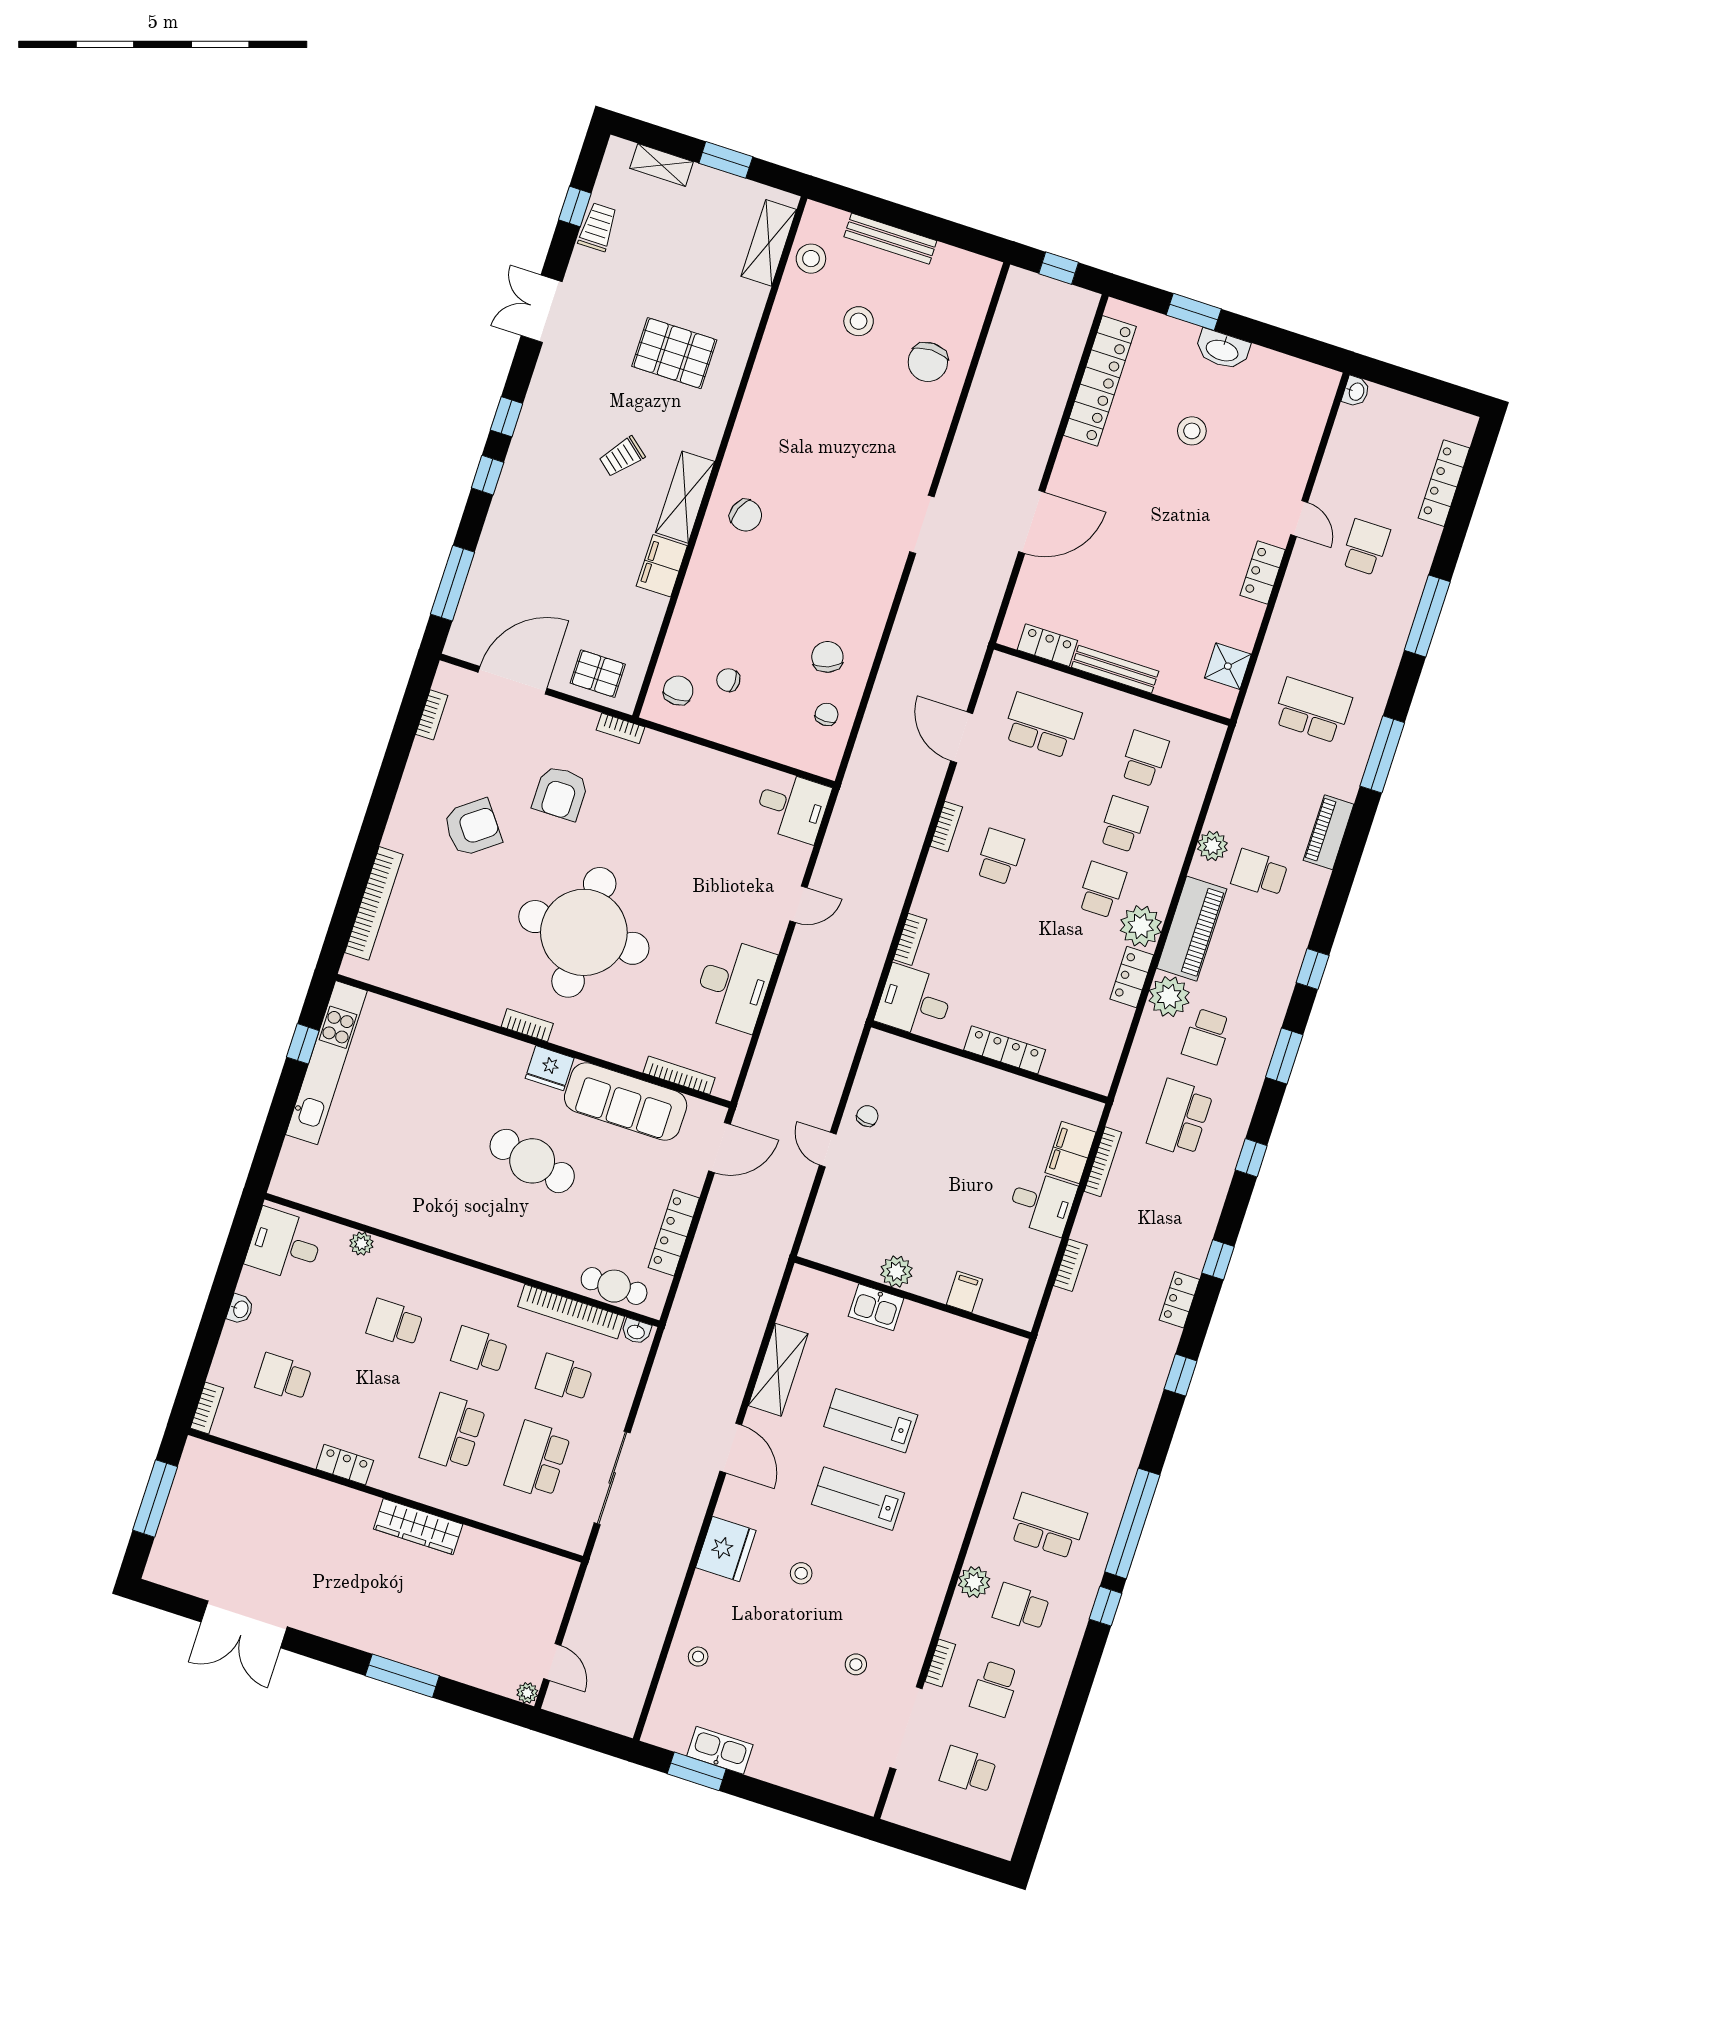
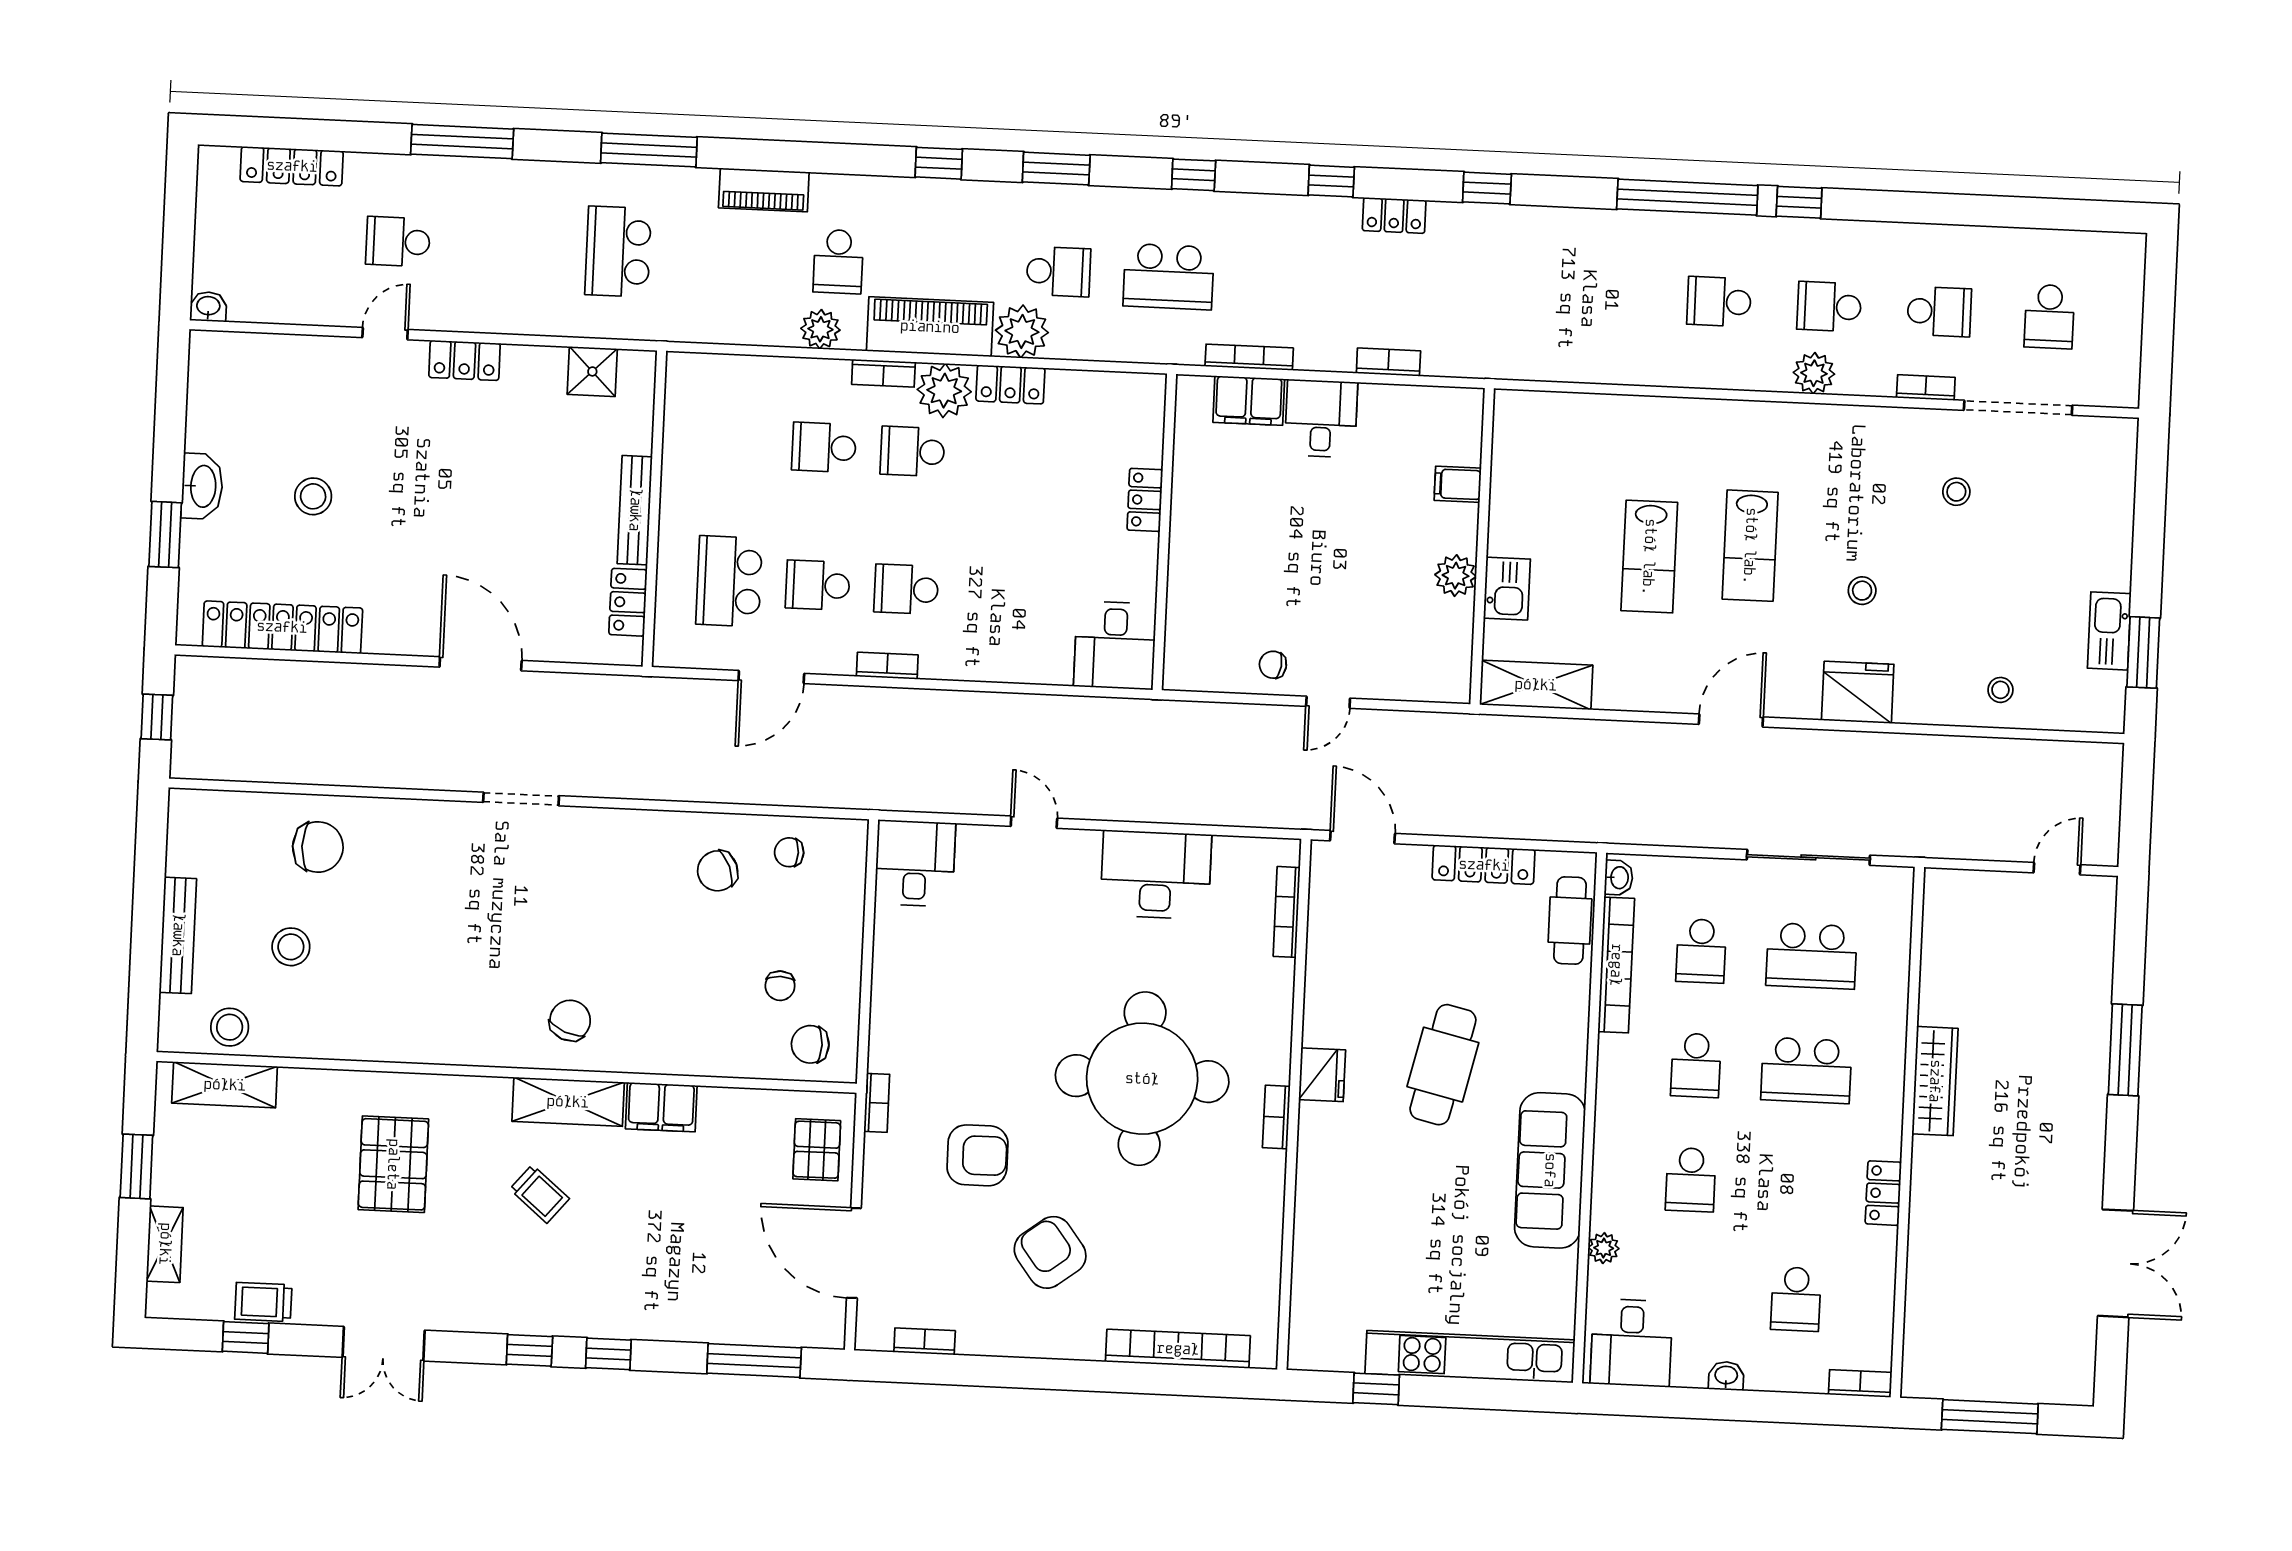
school desk: (1144, 759) -> (818, 585), moved
bookcase: (910, 939) -> (883, 373), moved, turned 180
locker: (1005, 1050) -> (1145, 500), width x0.66
kitchen unit: (326, 1063) -> (1470, 1357), moved
sofa: (626, 1101) -> (1550, 1170), moved, turned 180
shelving: (778, 1370) -> (1536, 685), moved
school desk: (1047, 1526) -> (1719, 302), width x0.54
school desk: (1021, 1607) -> (1829, 307), turned 90
plant: (527, 1693) -> (2104, 889), removed

